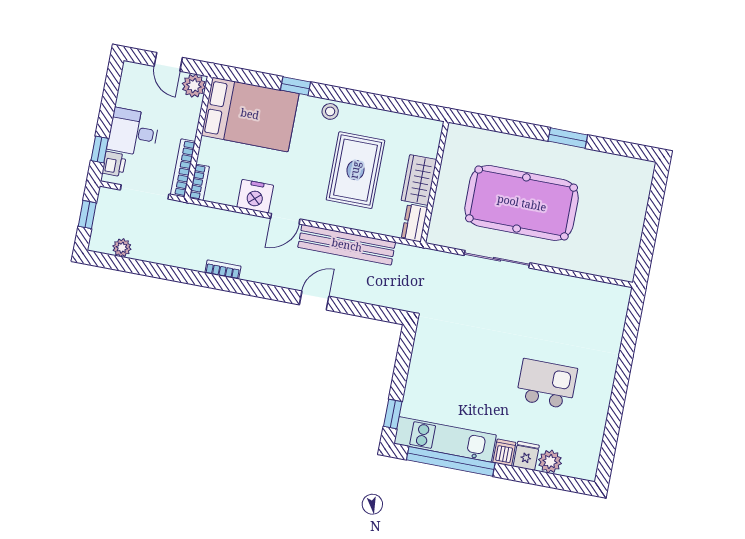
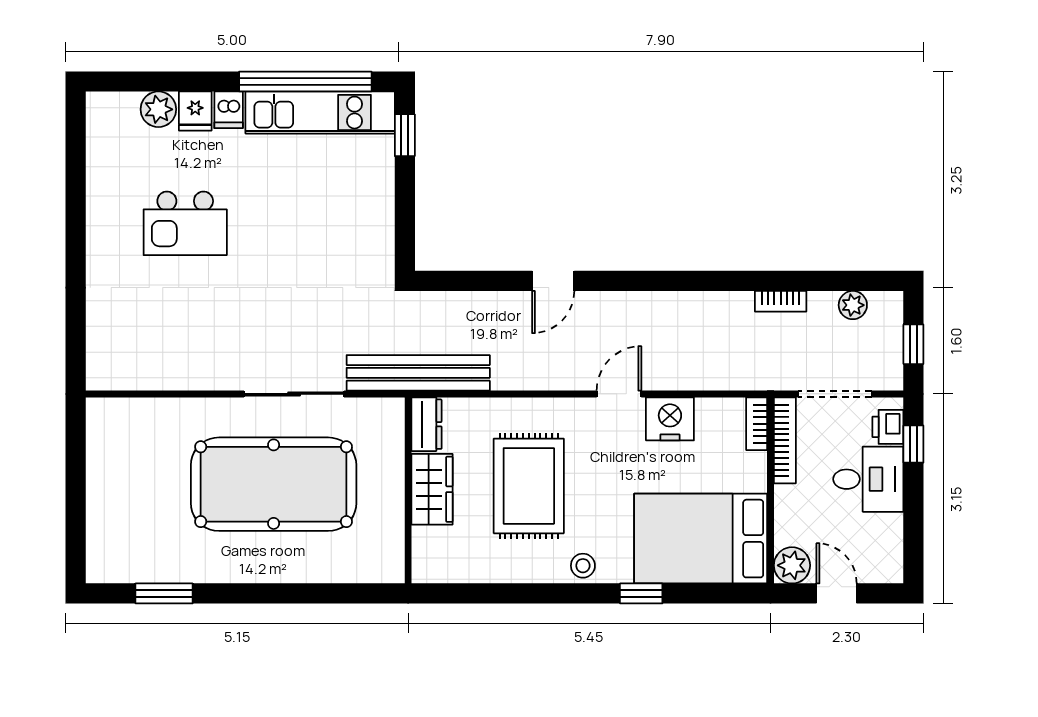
window: (568, 138) -> (164, 593), moved
bench: (347, 245) -> (418, 373), moved
bookcase: (223, 270) -> (781, 301), moved

